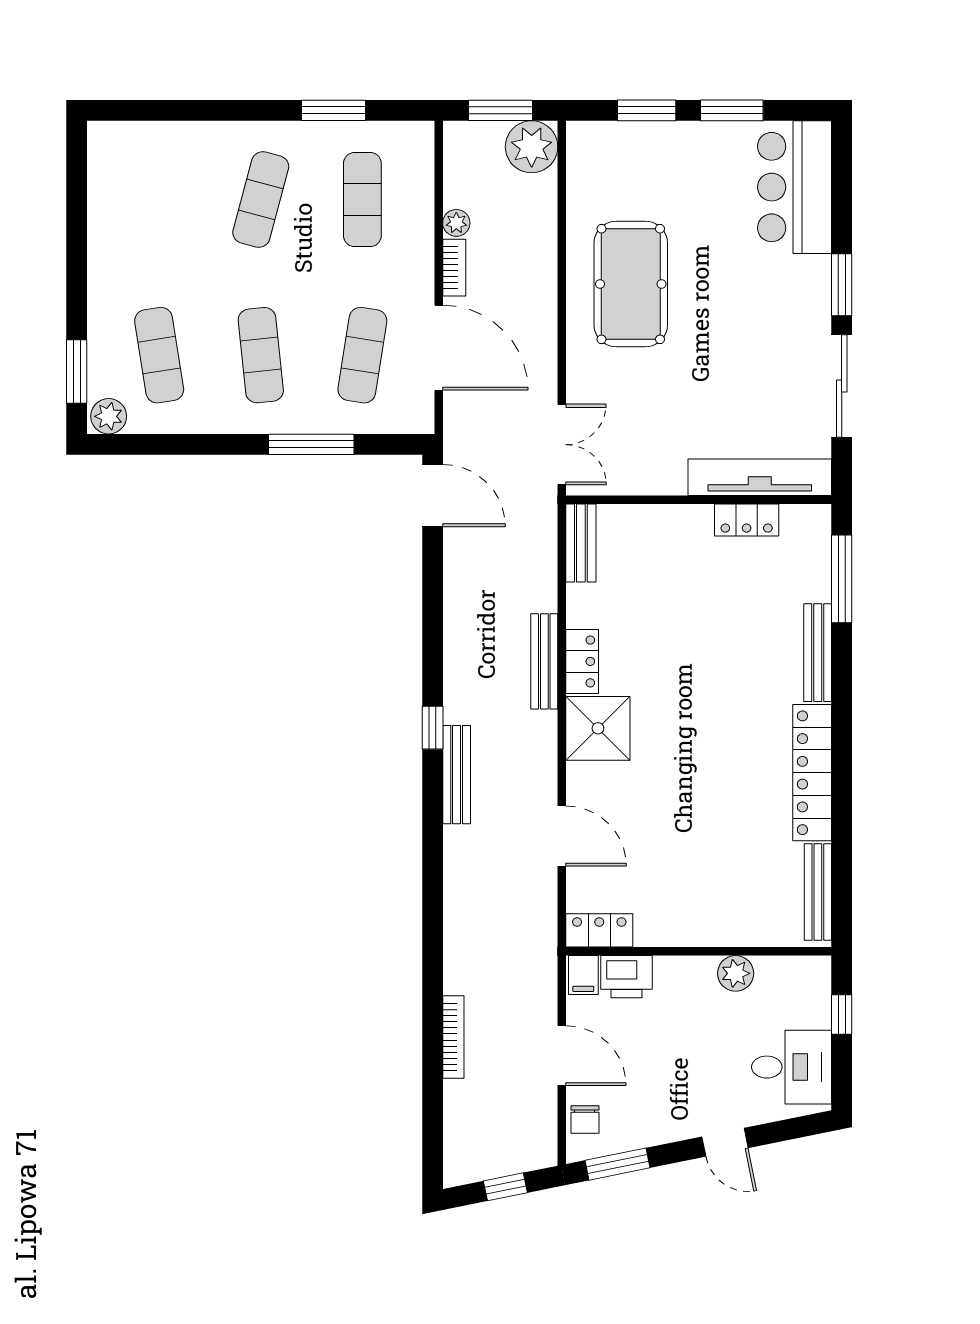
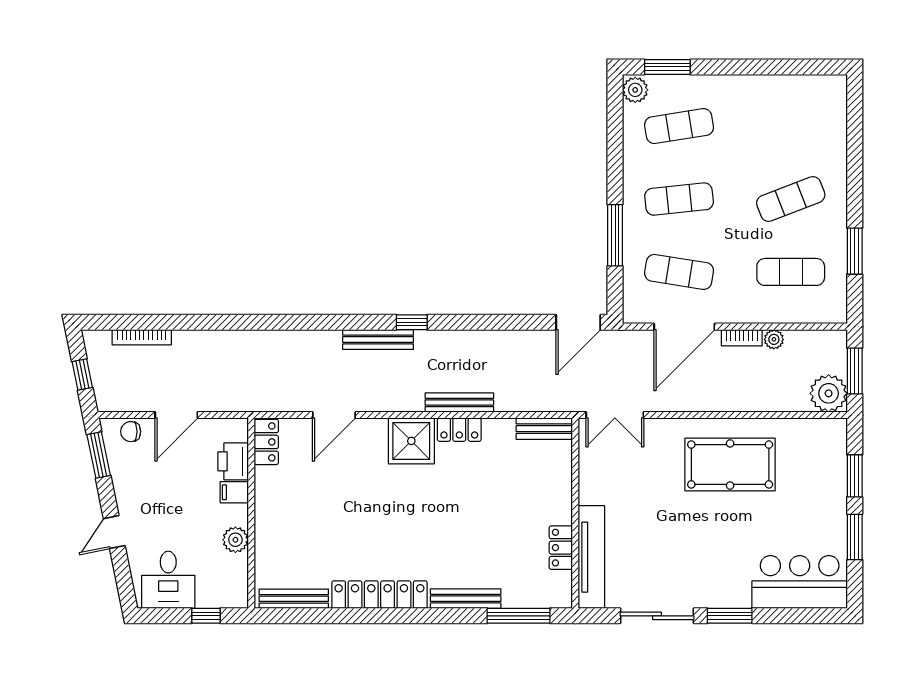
exercise mat: (261, 200) -> (791, 199), turned -36
filing cabinet: (583, 975) -> (234, 492), moved
bookcase: (453, 1037) -> (142, 337), moved

